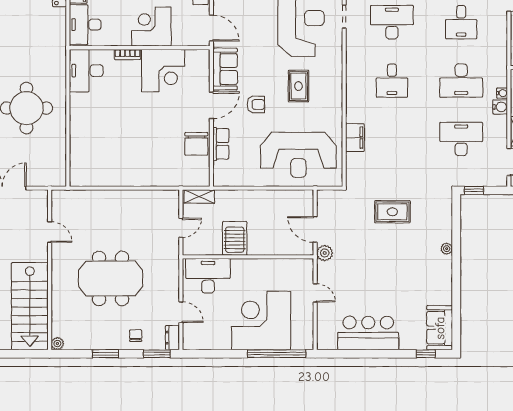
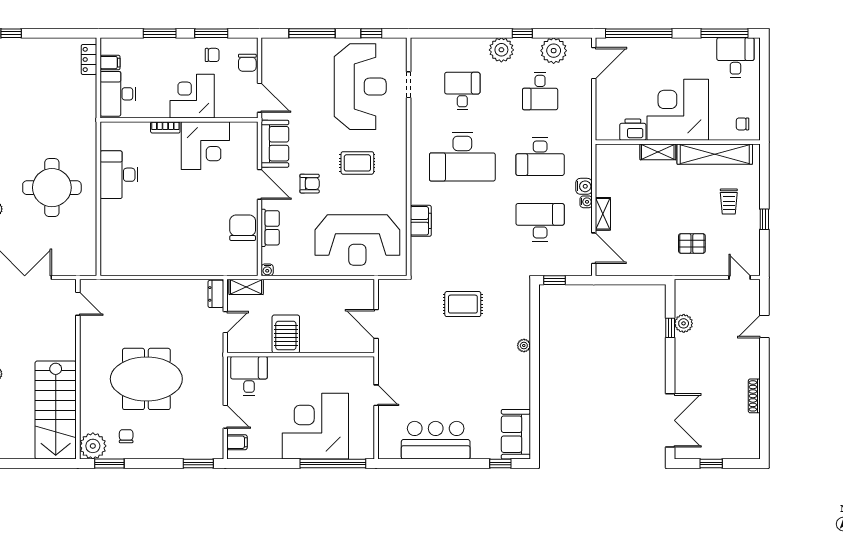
desk: (392, 22) -> (462, 91), width x0.73
desk: (86, 71) -> (119, 175), moved
desk: (392, 81) -> (462, 157), width x1.87, depth x1.30
rug: (298, 86) -> (357, 163), turned 90
water cooler: (502, 93) -> (586, 202), moved
door: (211, 105) -> (260, 184), hinge flipped
chair: (196, 144) -> (243, 228), turned 180
water cooler: (218, 181) -> (267, 270), added
door: (50, 232) -> (78, 304), moved
plant: (325, 253) -> (387, 350), removed
desk: (208, 276) -> (249, 376), width x0.73
filing cabinet: (191, 335) -> (237, 442), added
chair: (136, 336) -> (126, 436), moved
dresser: (172, 338) -> (216, 294), moved
plant: (57, 344) -> (93, 446), width x1.88, depth x1.88
window: (106, 354) -> (109, 463), moved

